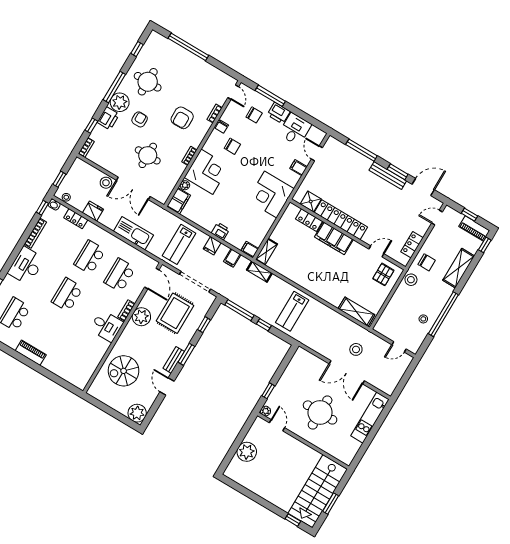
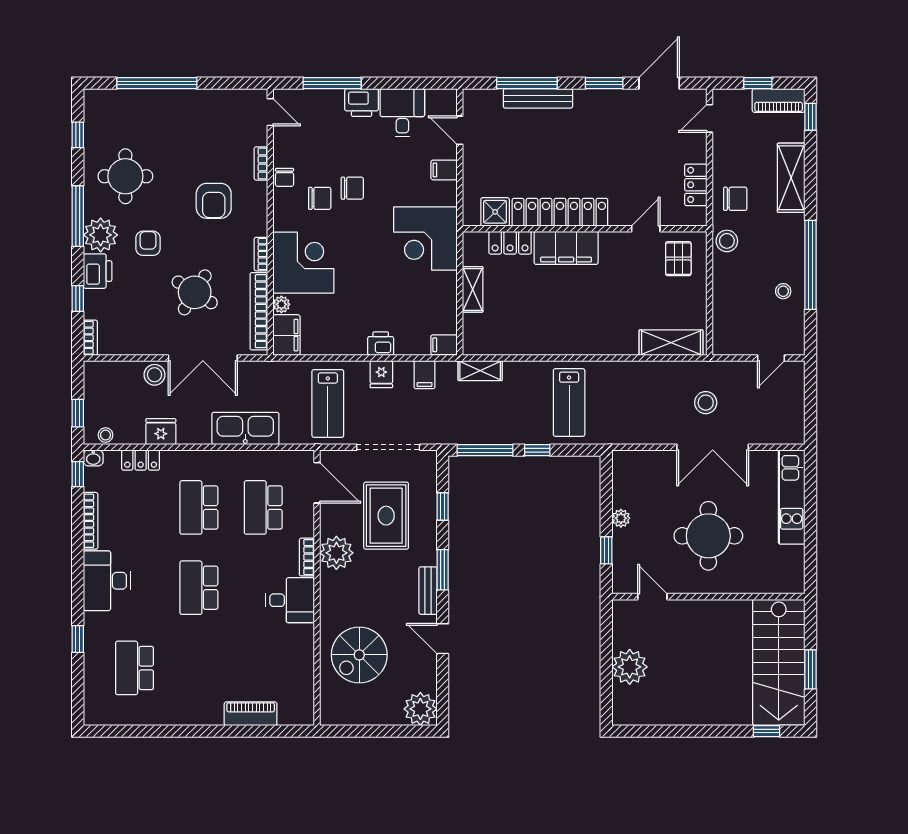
chair: (254, 115) -> (352, 188), moved
round table: (148, 155) -> (195, 292), turned 32
bench: (388, 176) -> (538, 98), moved
bookcase: (172, 182) -> (259, 311), added
shelving: (267, 252) -> (473, 289), moved
piano: (31, 353) -> (251, 714), moved
plant: (265, 411) -> (621, 518), moved

